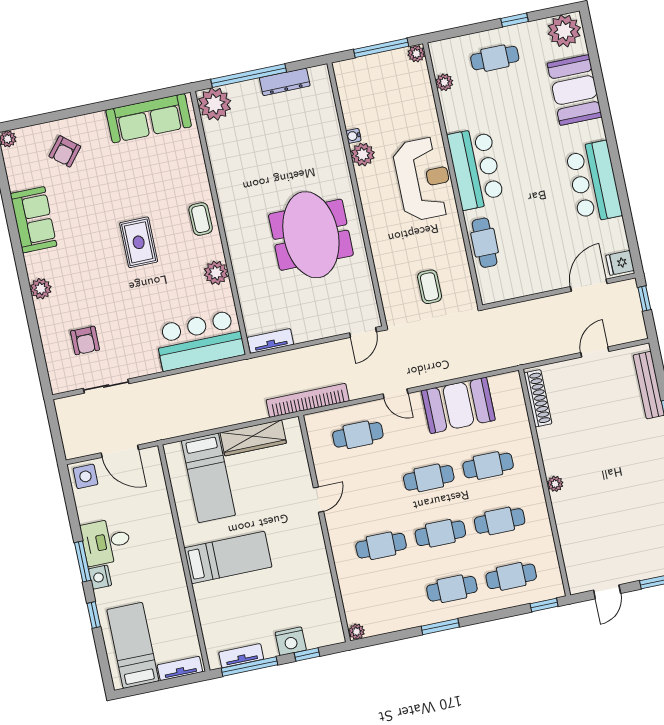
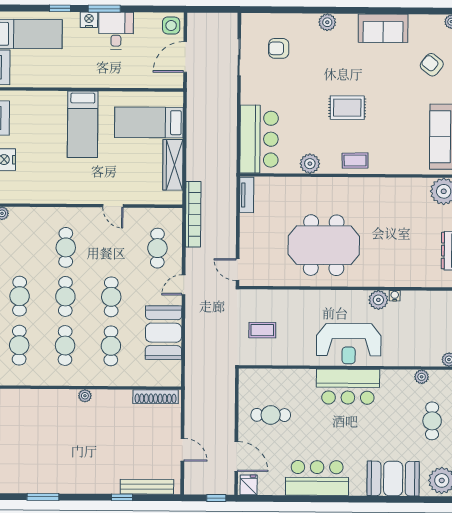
cafe table: (485, 243) -> (271, 415), moved

